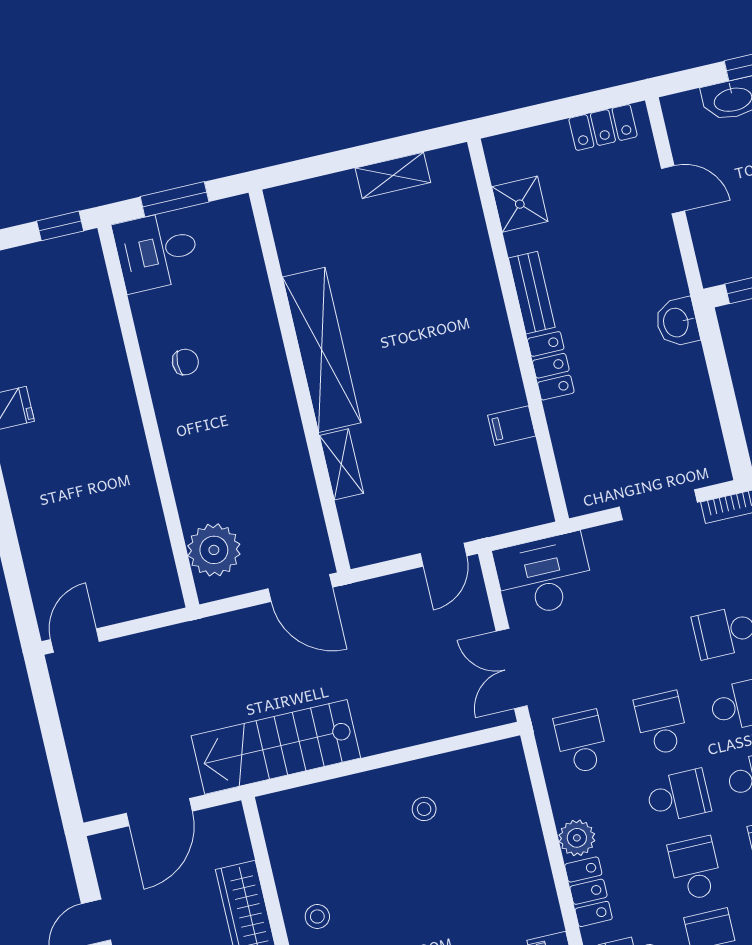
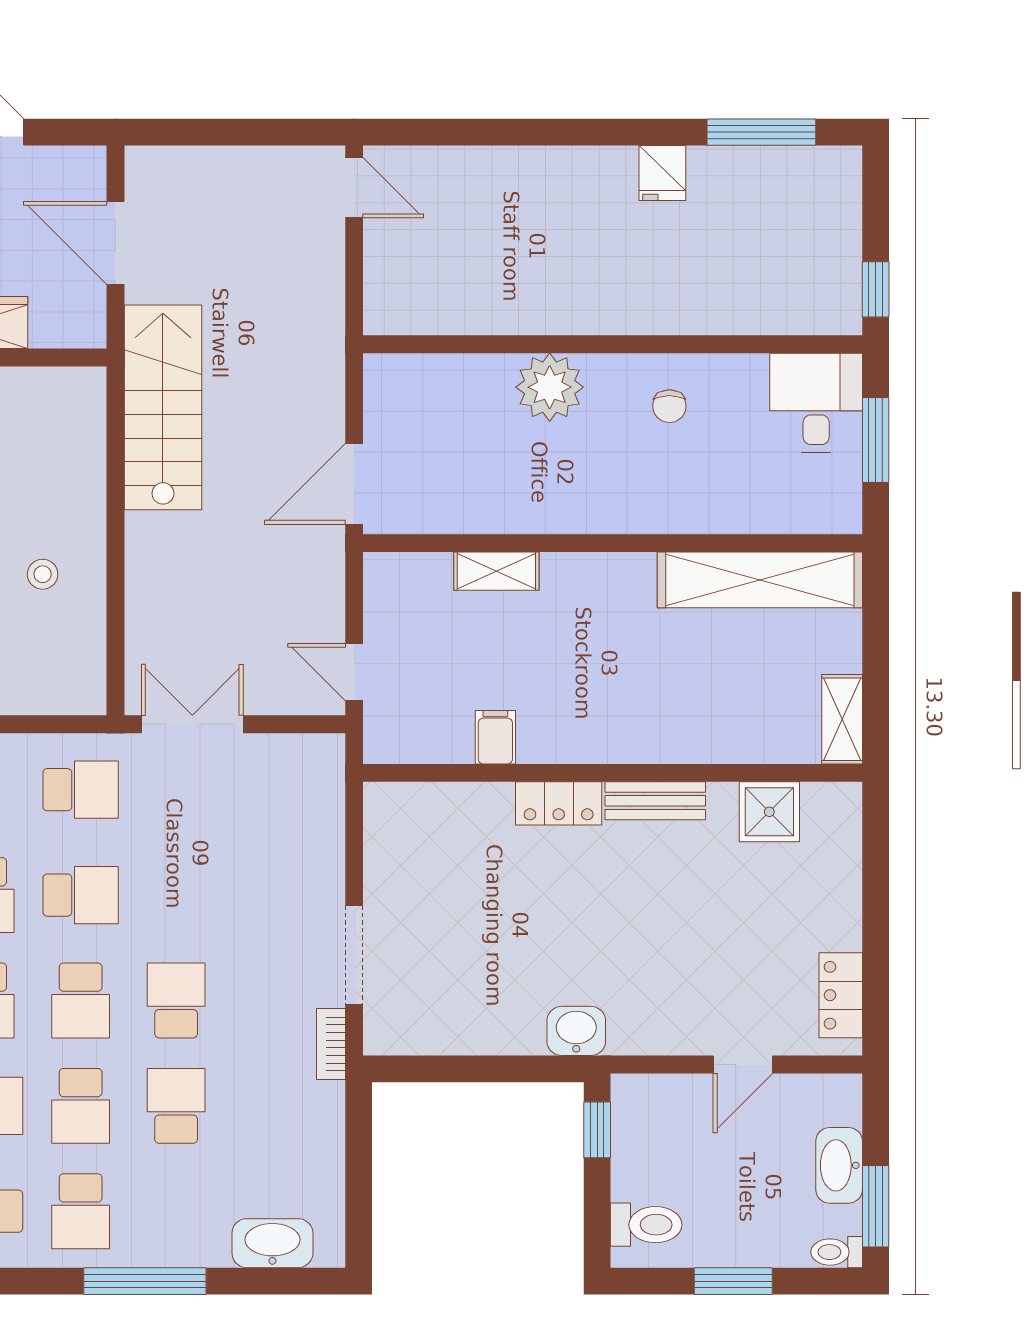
shower: (520, 204) -> (769, 812), moved
bench: (532, 293) -> (655, 801), moved
wall: (518, 330) -> (613, 773), moved
shelving: (322, 350) -> (760, 580), moved
locker: (551, 366) -> (559, 803), moved
filing cabinet: (512, 426) -> (495, 737), moved
plant: (214, 550) -> (550, 387), moved
desk: (544, 575) -> (299, 792), removed

